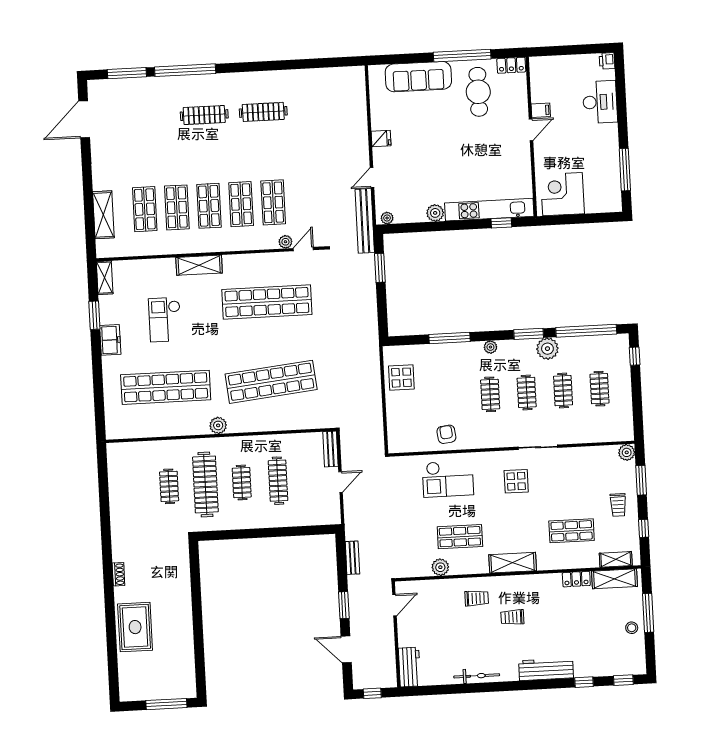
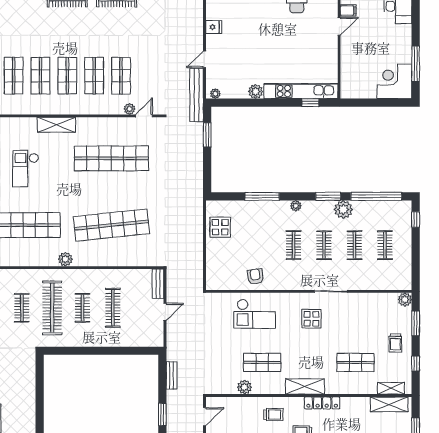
corner desk: (562, 194) -> (394, 81), moved
locker: (576, 579) -> (322, 403), moved, width x1.53

